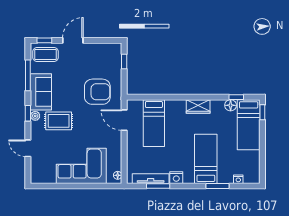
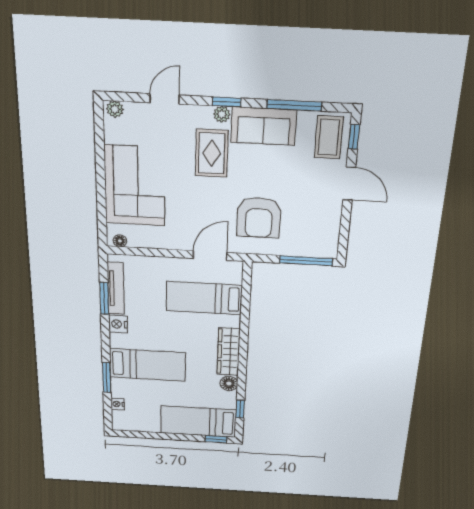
window: (124, 62) -> (306, 261), width x2.17
floor lamp: (231, 105) -> (229, 384), moved
wardrobe: (198, 106) -> (228, 352), width x1.50
plant: (35, 177) -> (115, 109), added

